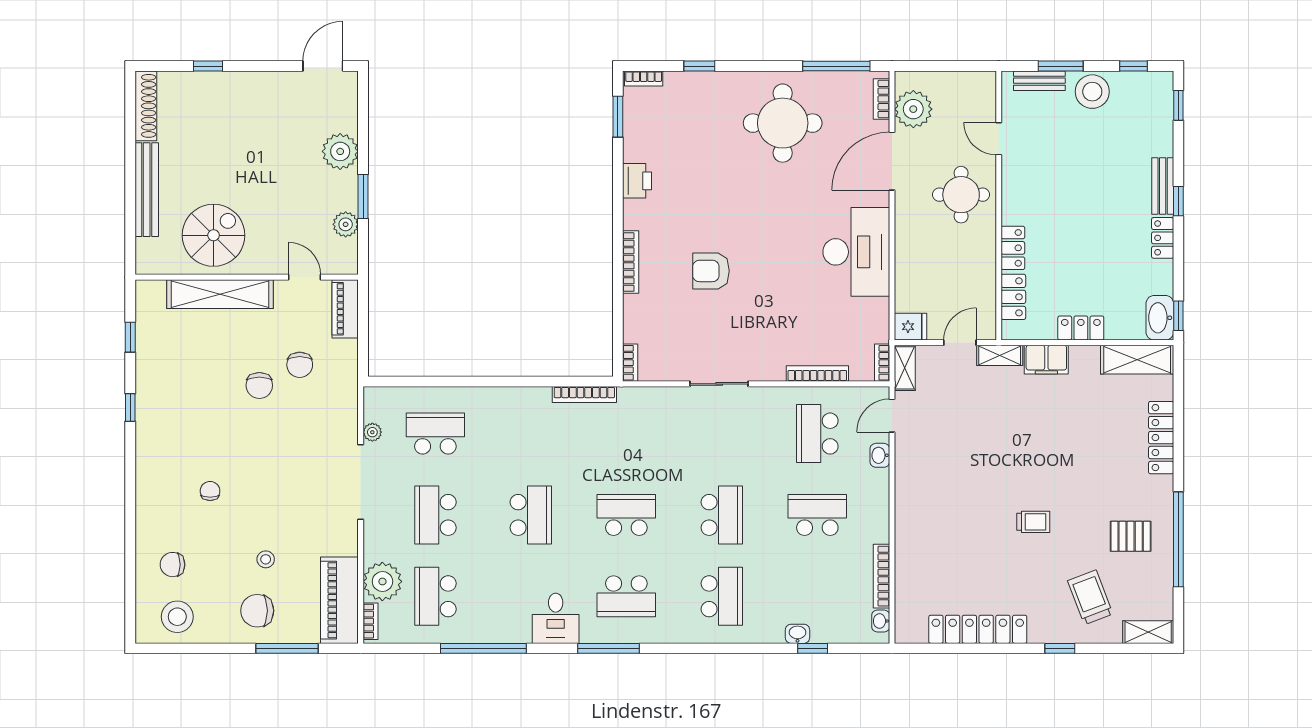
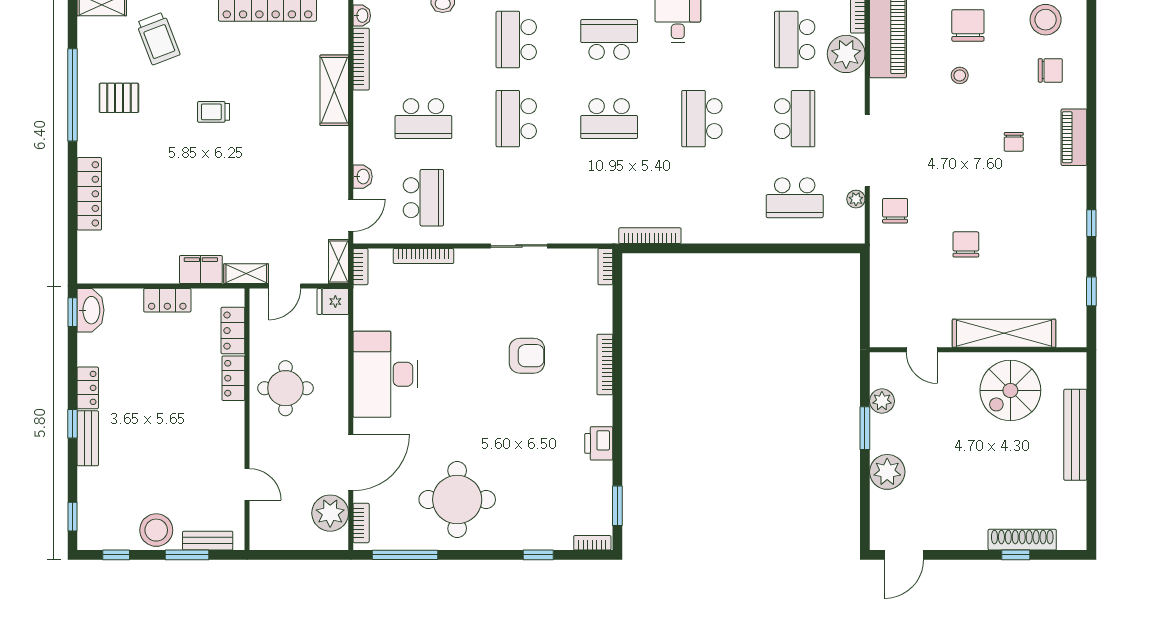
shoe rack: (146, 106) -> (1022, 540), moved, turned 90
round table: (961, 195) -> (285, 388), moved
piano: (345, 309) -> (1074, 137), moved, turned 180
shelving: (1137, 360) -> (334, 90), moved, turned 90
chair: (300, 365) -> (895, 211), moved
school desk: (435, 596) -> (795, 40), turned 180
chair: (257, 611) -> (968, 25), turned -90

